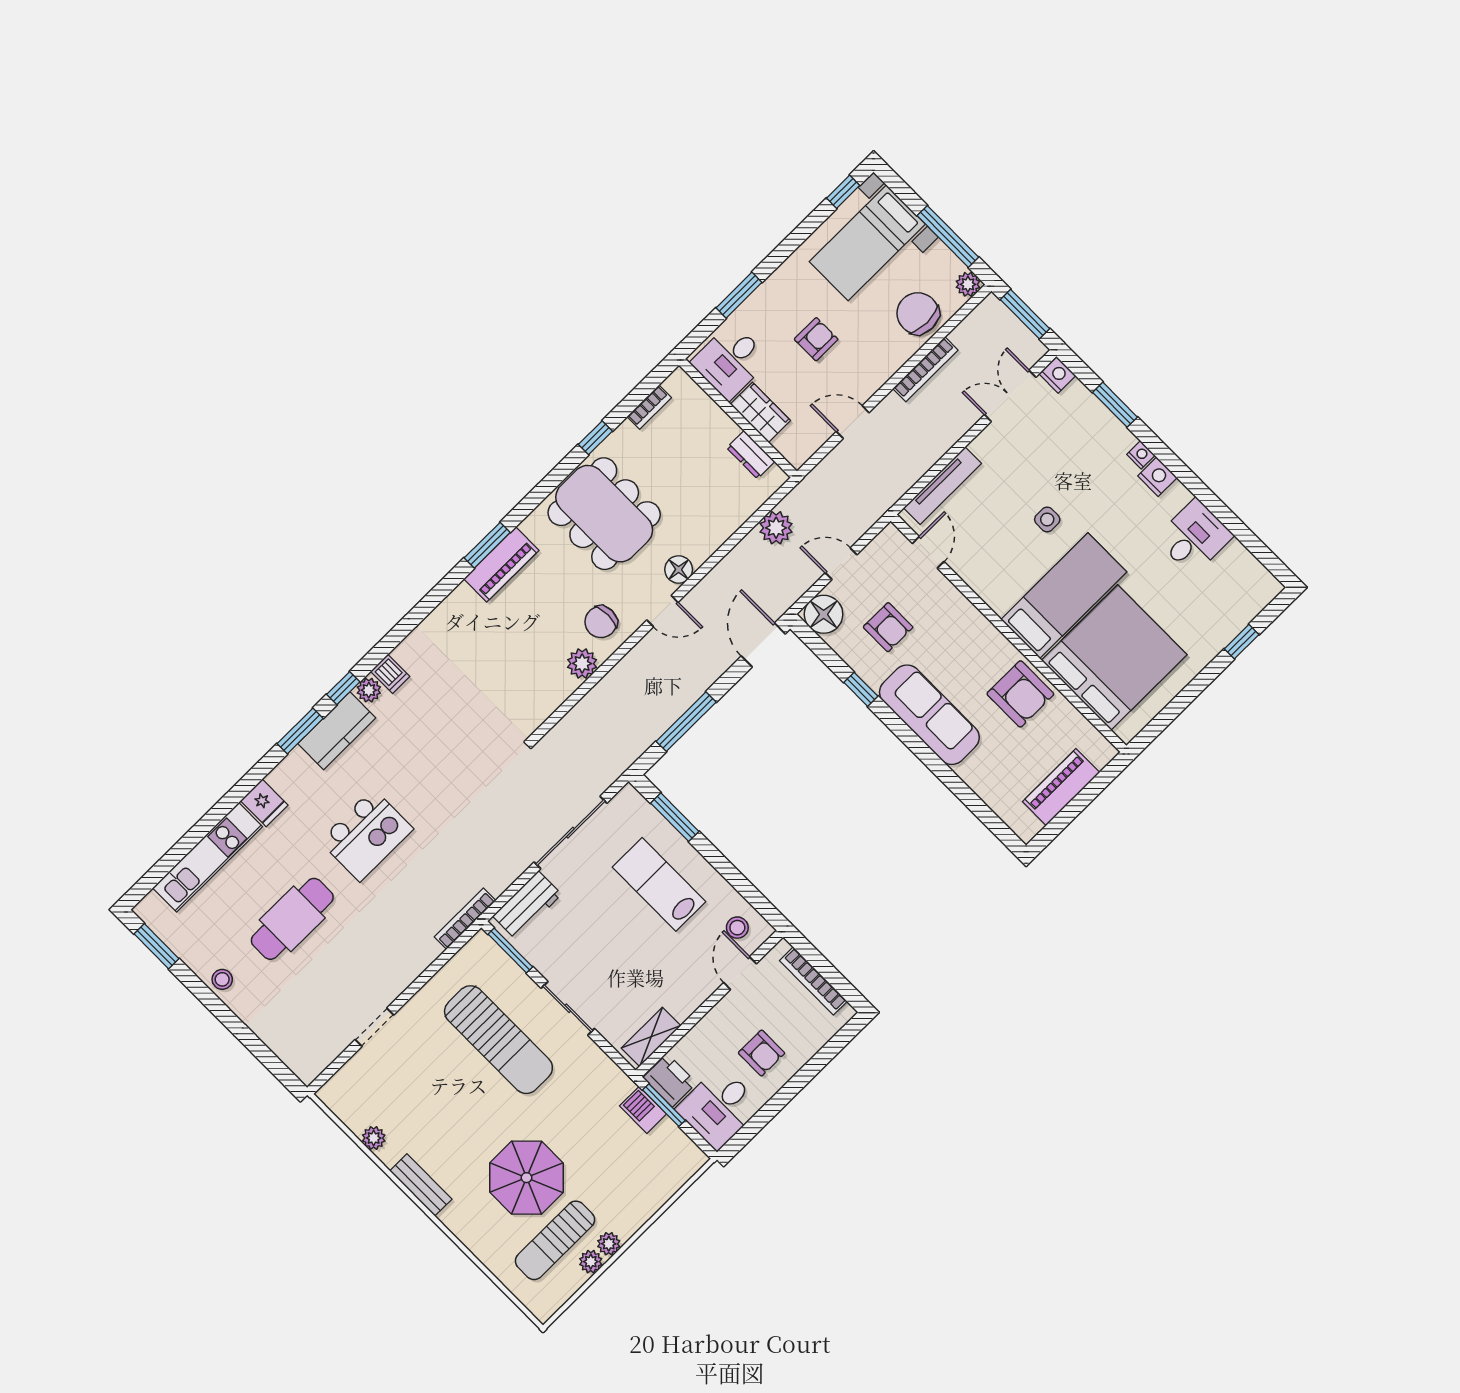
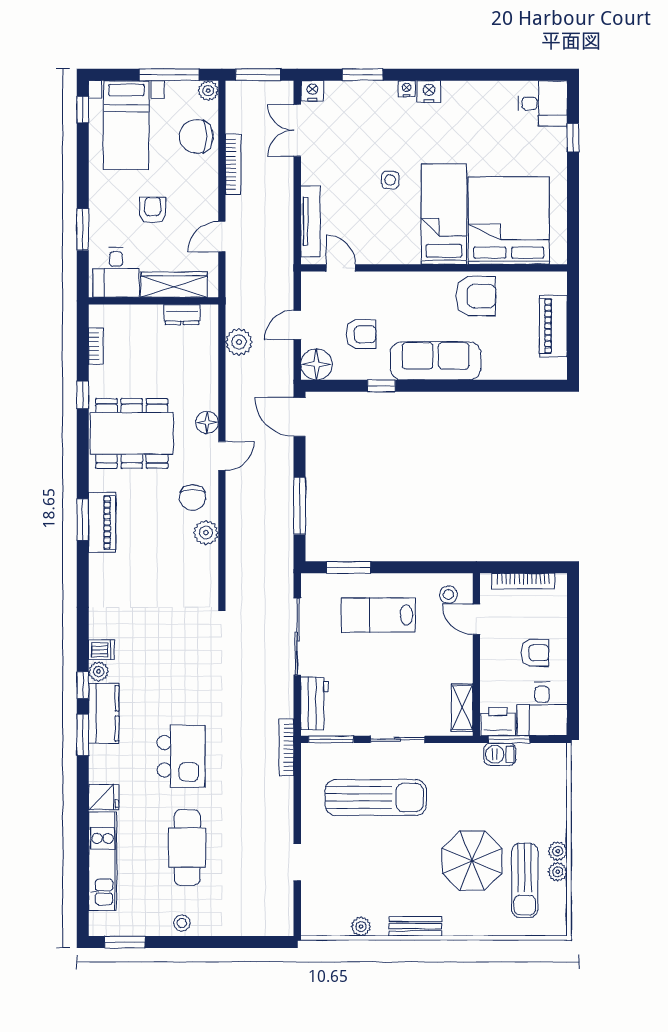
wardrobe: (760, 412) -> (174, 285), width x1.50
desk: (1194, 537) -> (543, 103), moved, turned 90

